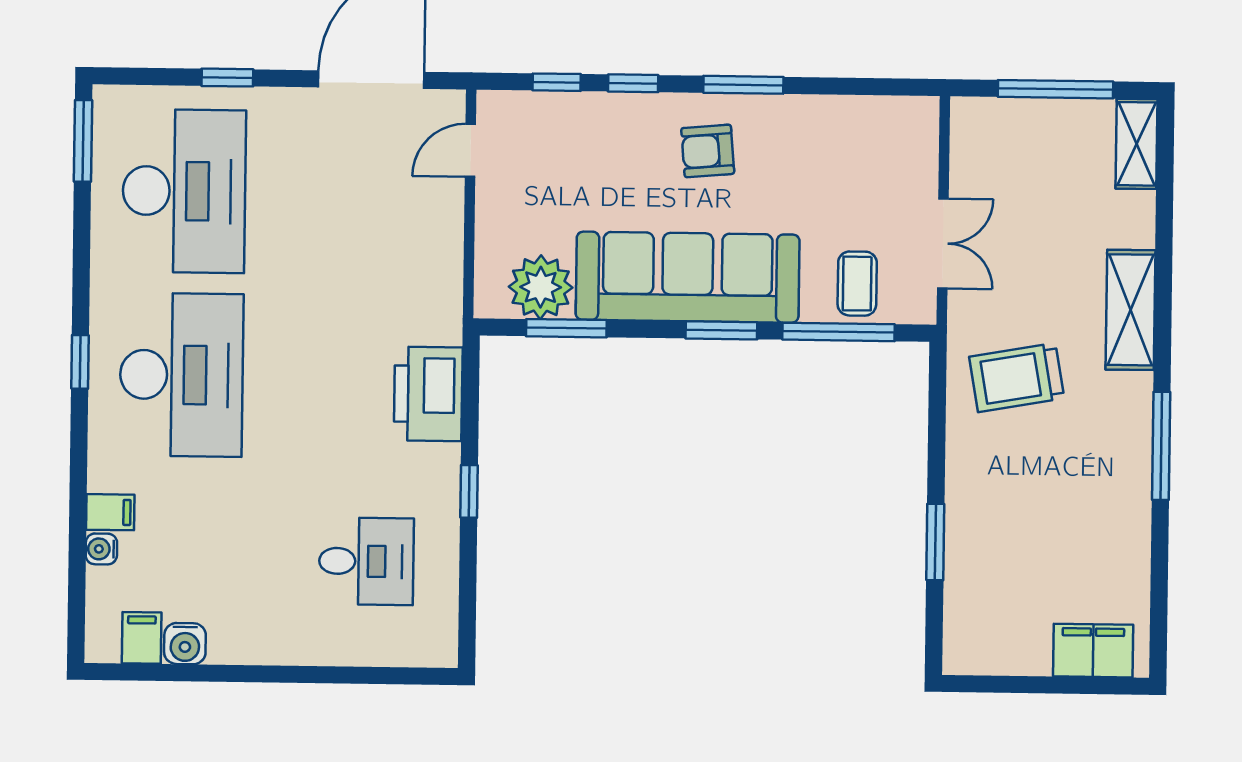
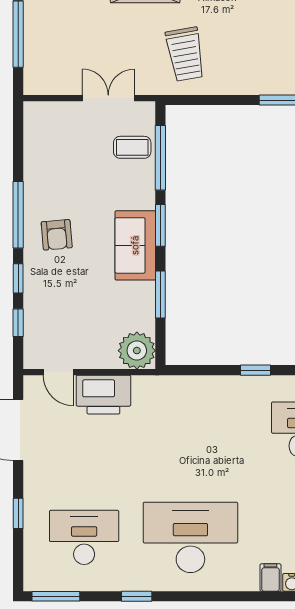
window: (743, 85) -> (18, 215), width x1.44
desk: (184, 191) -> (84, 537), width x0.73, depth x0.77
sofa: (688, 277) -> (135, 245), width x0.54, depth x0.79
plant: (541, 287) -> (137, 351), moved
window: (566, 328) -> (160, 294), moved
window: (80, 362) -> (137, 596), moved
printer: (428, 394) -> (103, 395), moved

